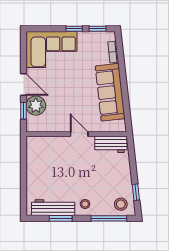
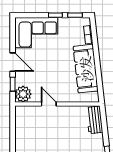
plant: (36, 106) -> (23, 94), moved
door: (79, 134) -> (49, 104), moved
workbench: (111, 144) -> (95, 120), moved, turned 84

